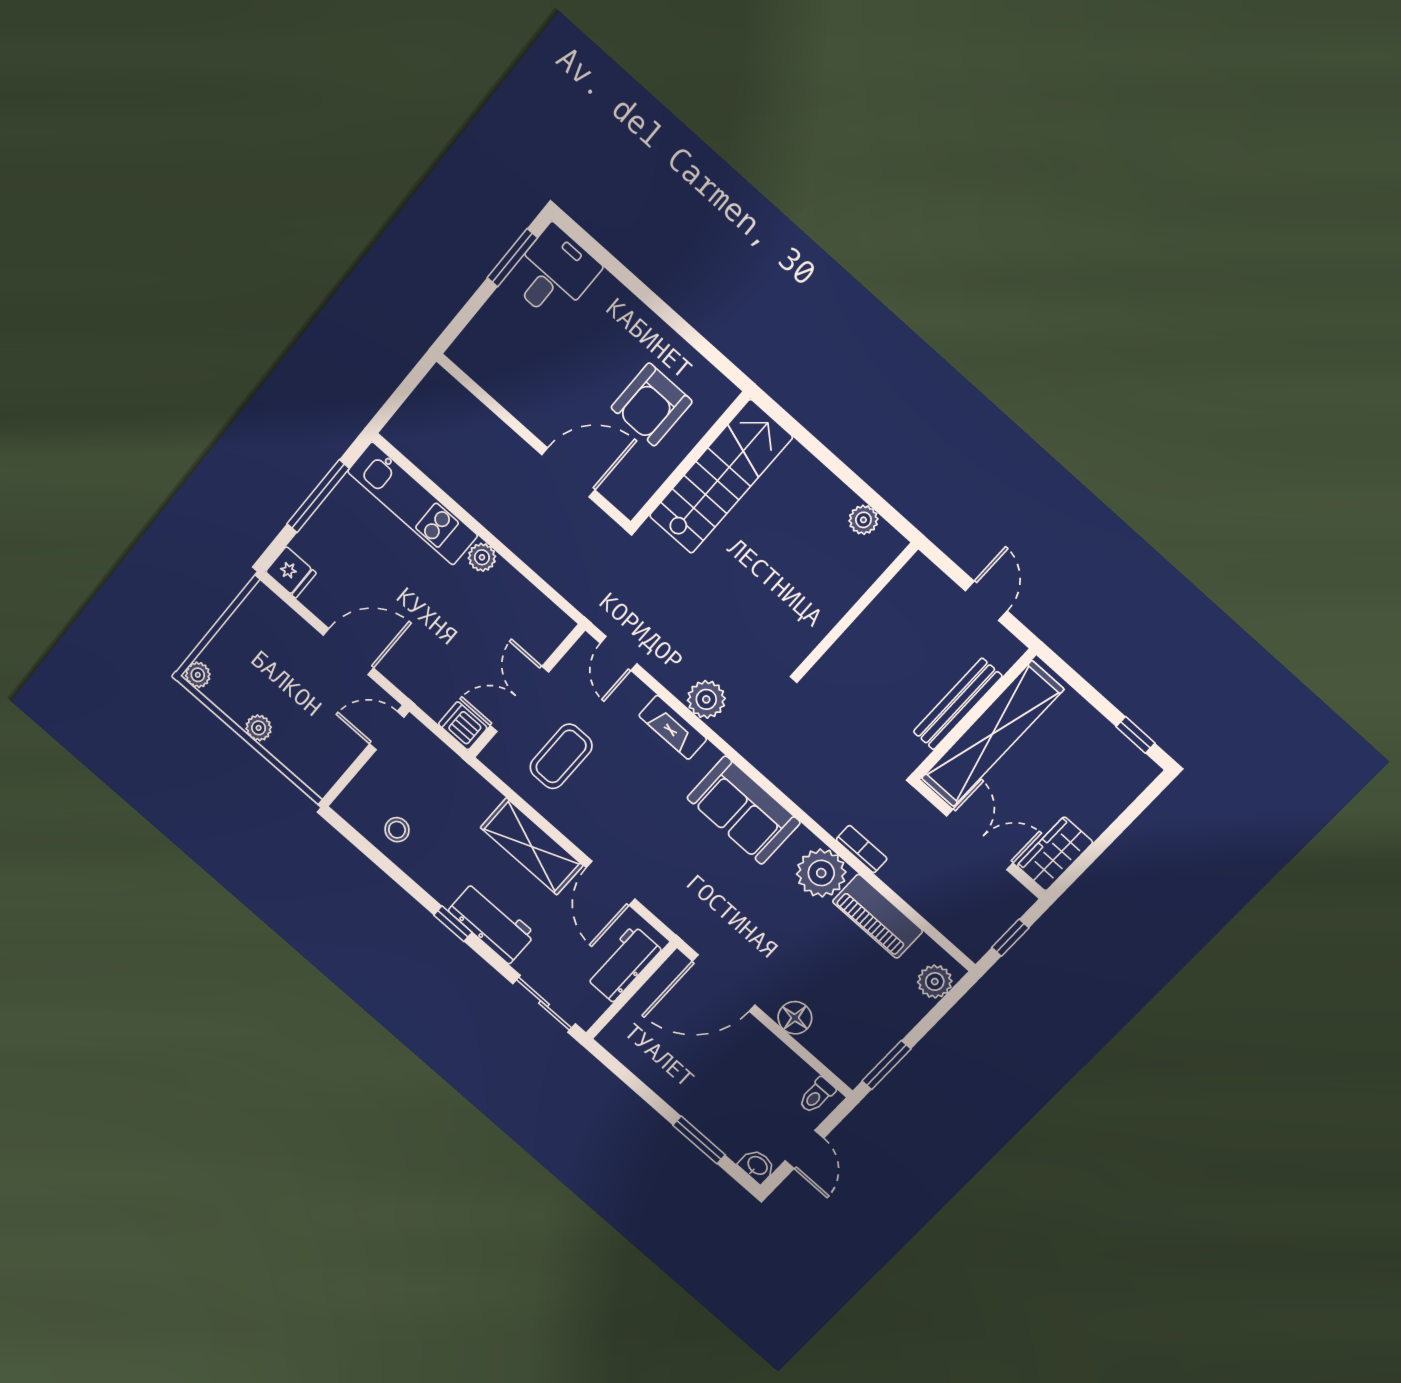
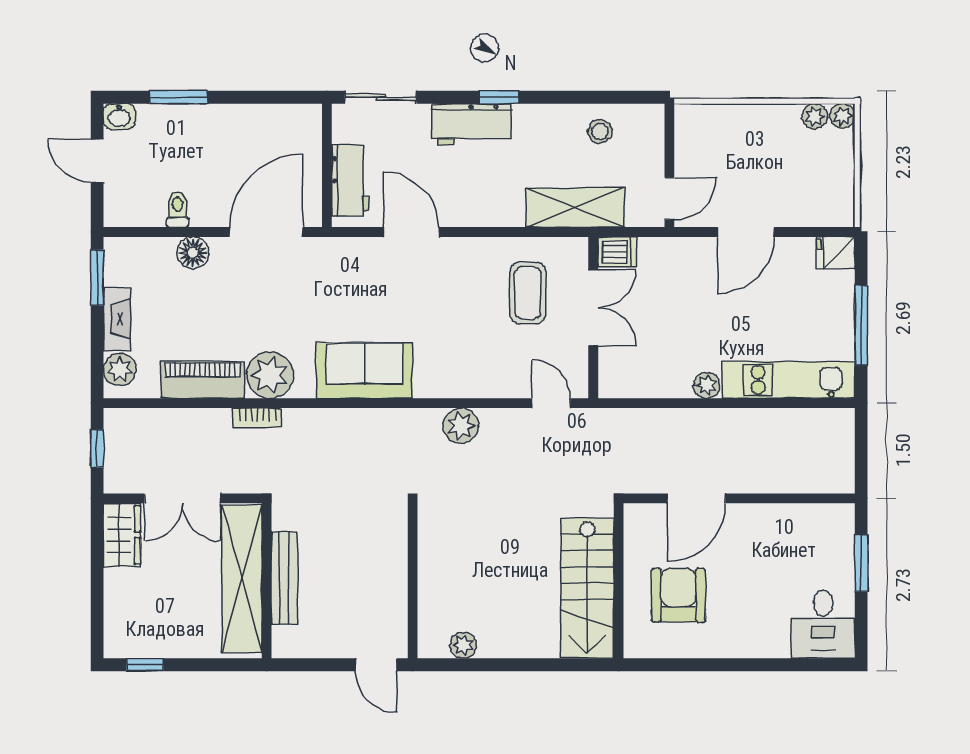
window: (512, 258) -> (861, 563), moved
door: (986, 601) -> (376, 665), moved
fireplace: (673, 727) -> (117, 319), moved, turned 90
plant: (259, 728) -> (815, 116), moved
shelving: (532, 846) -> (575, 208), moved
toilet: (817, 1095) -> (178, 209), moved

